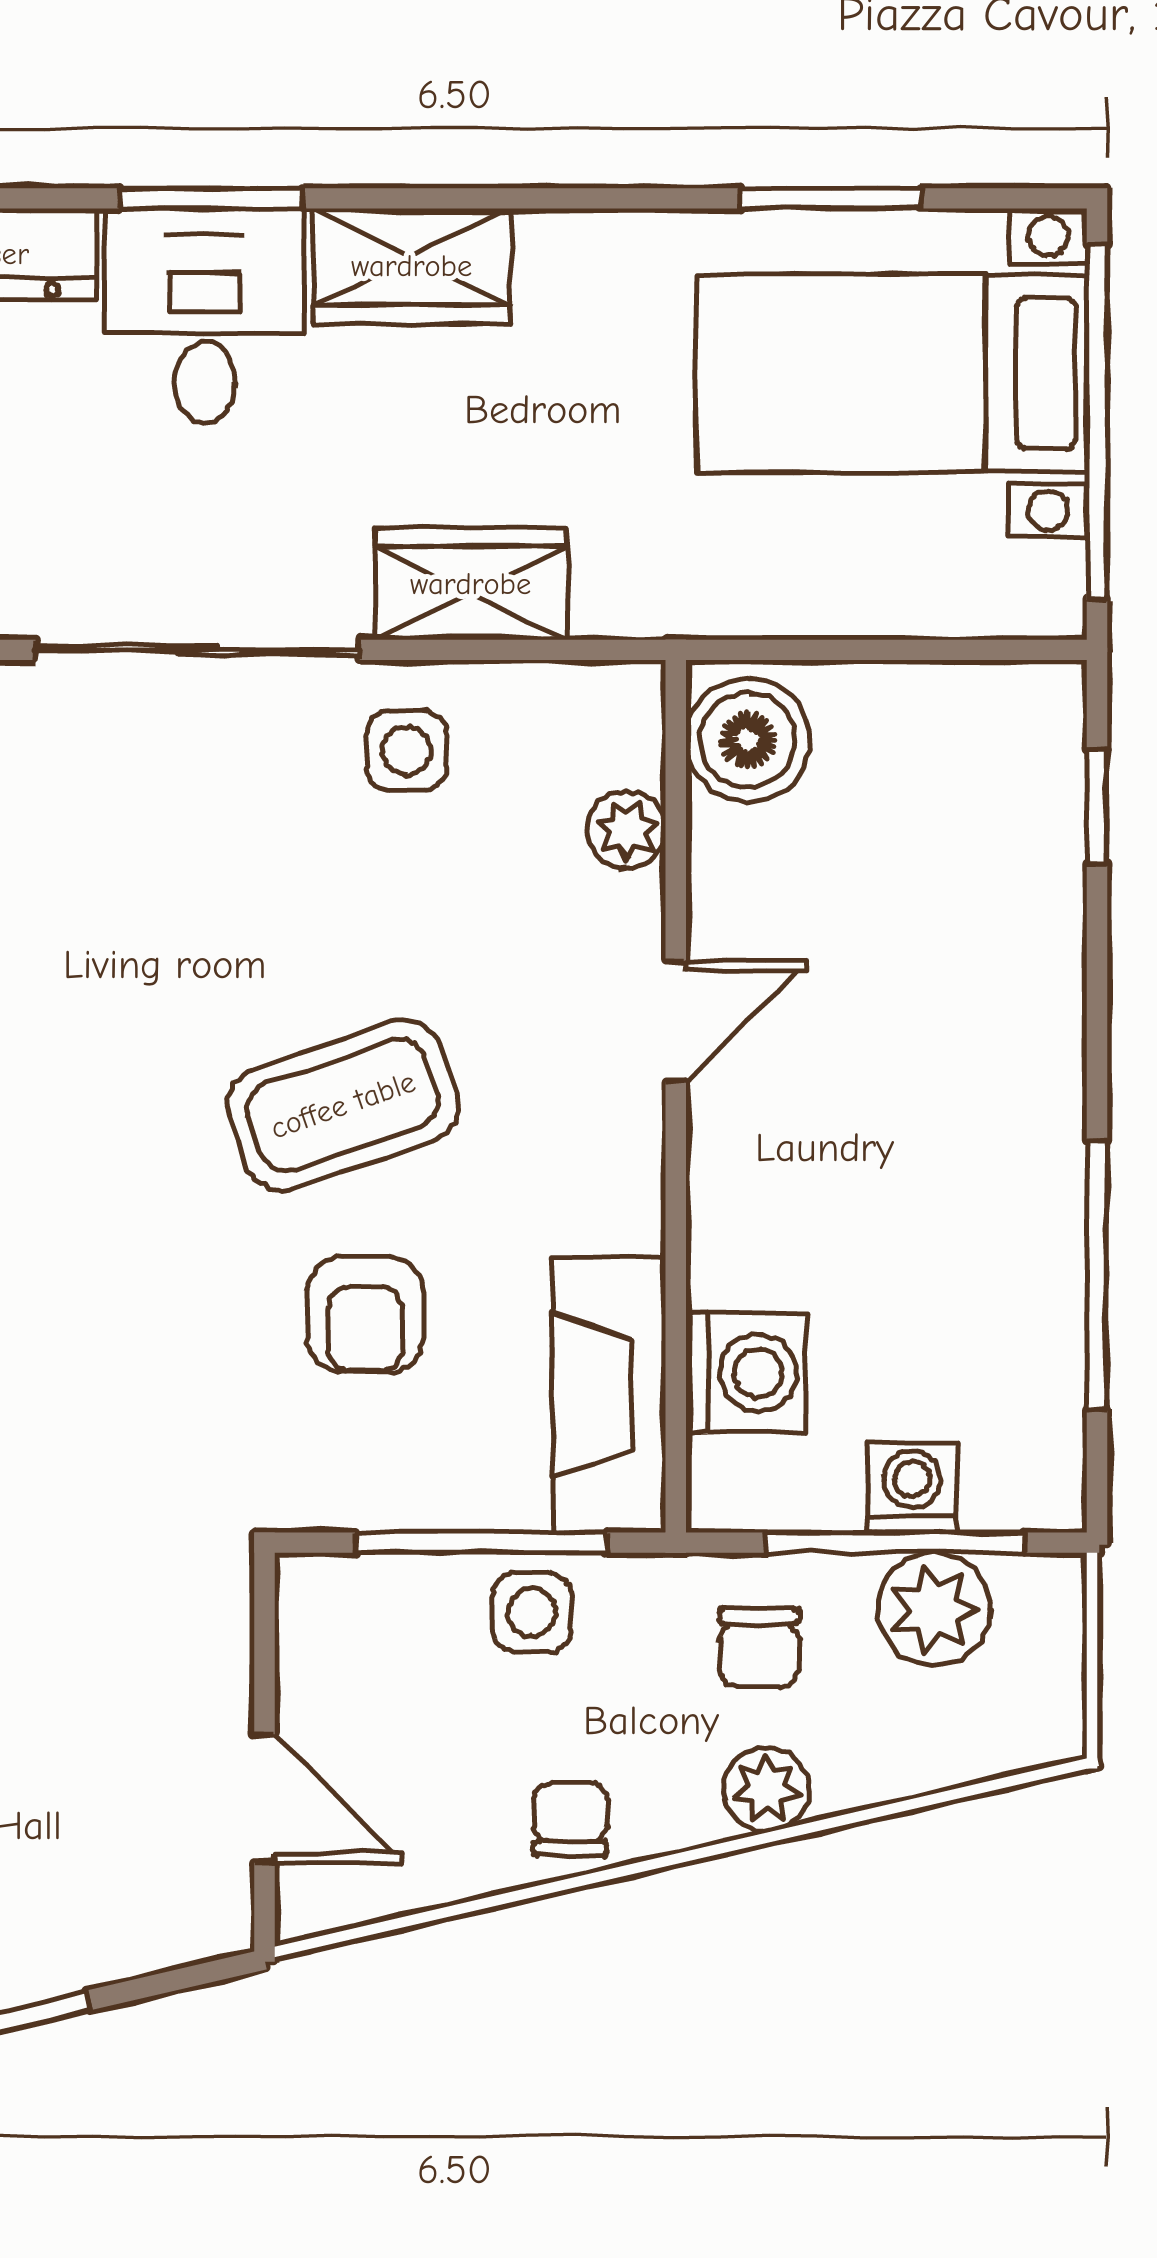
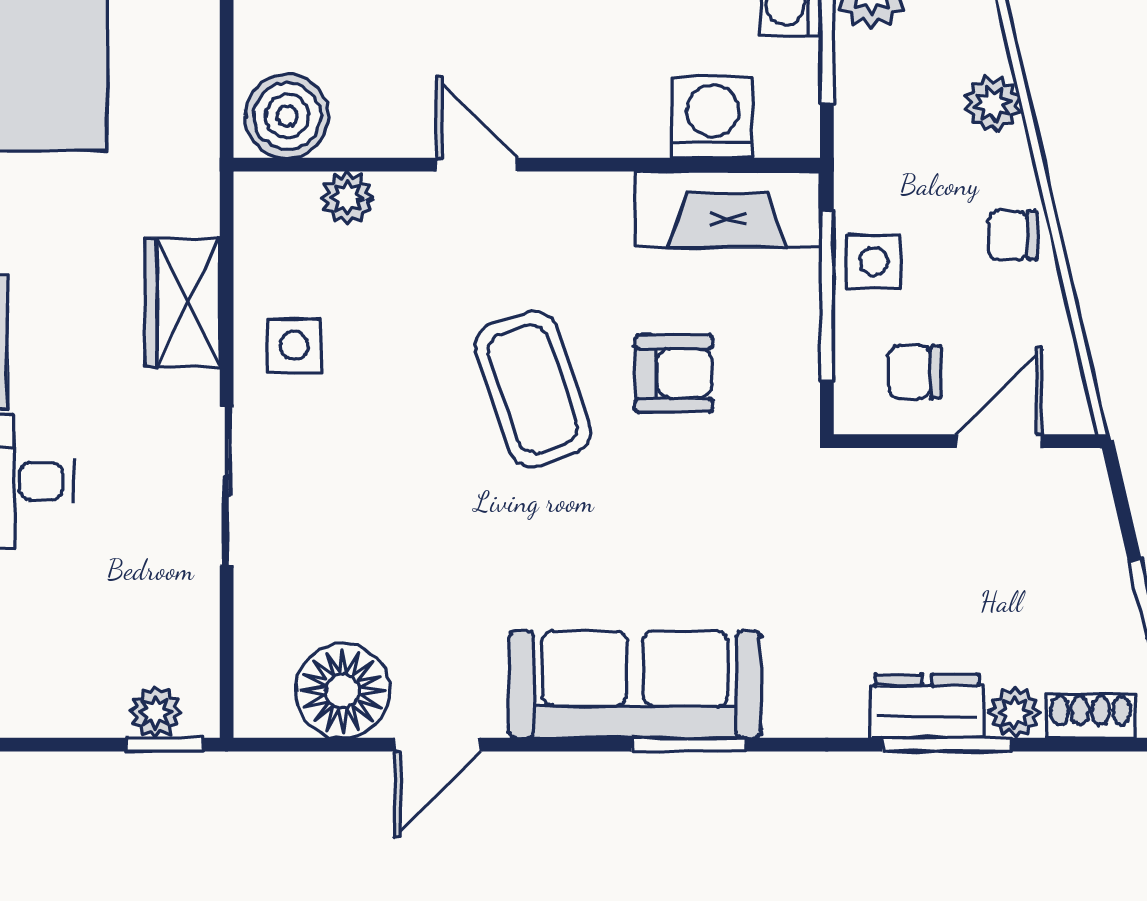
sliding door: (198, 650) -> (227, 486), width x0.73
chair: (759, 1647) -> (915, 372), moved, turned 180

